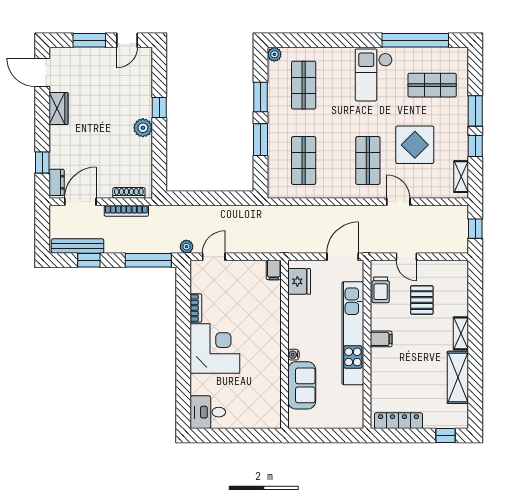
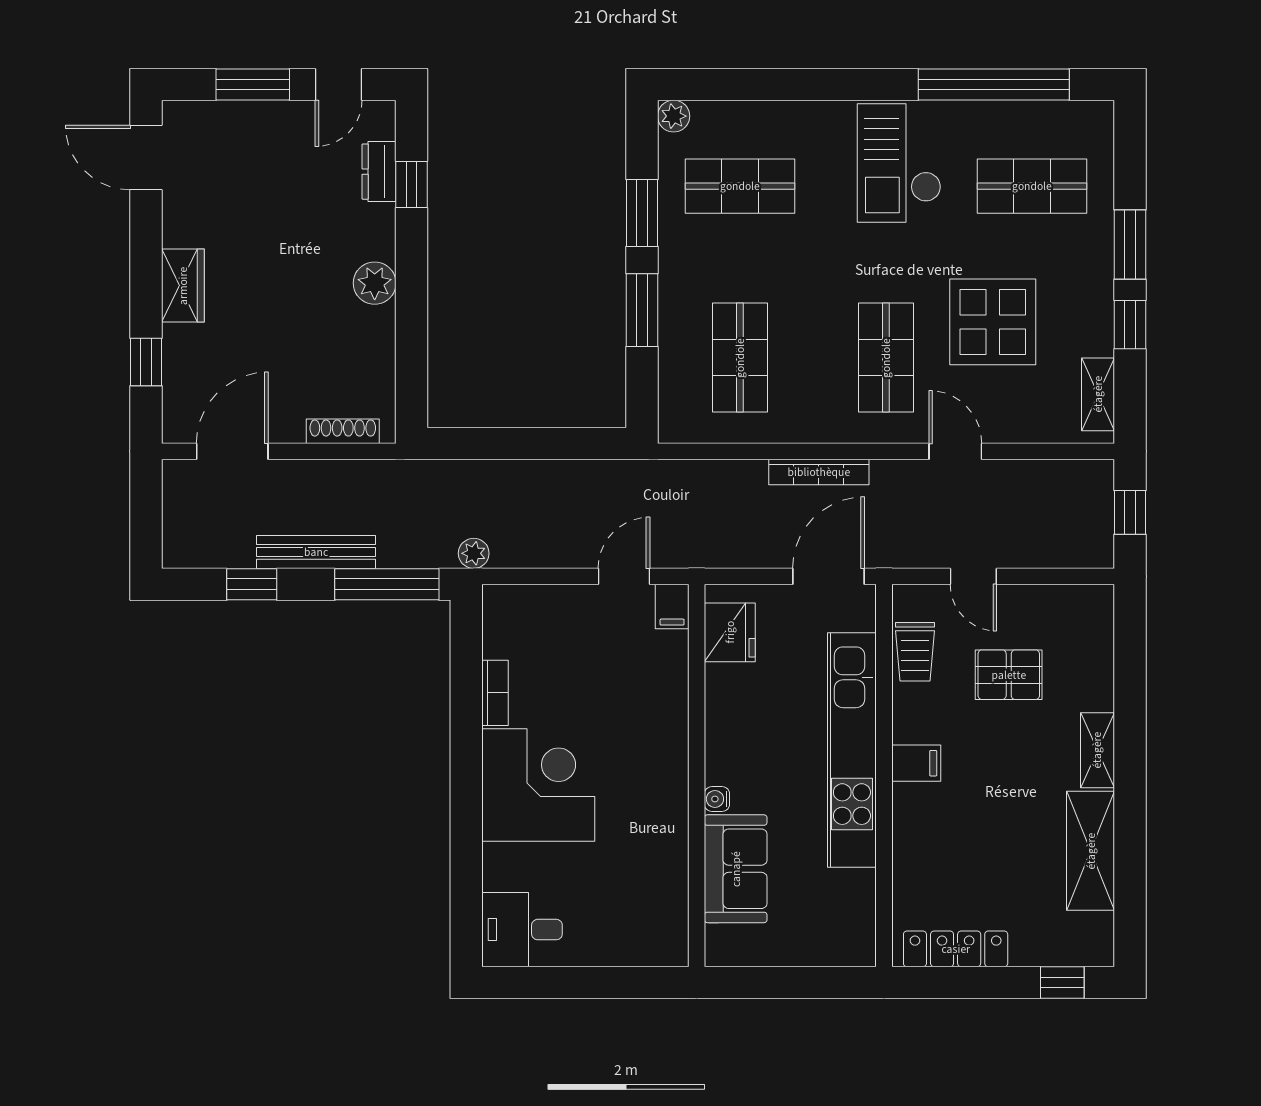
shop shelf: (304, 85) -> (740, 186), turned 90
wardrobe: (59, 108) -> (183, 286), moved
window: (159, 108) -> (412, 184), moved
dresser: (57, 182) -> (379, 172), moved, turned 180
bookcase: (126, 211) -> (819, 472), moved
bench: (78, 246) -> (316, 552), moved
door: (214, 257) -> (624, 576), moved
pallet: (422, 300) -> (1009, 675), turned 90

